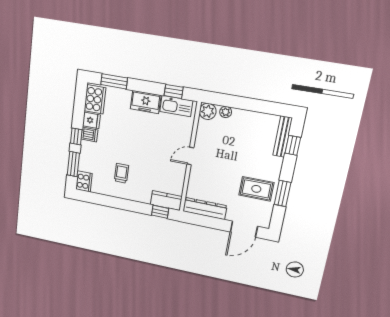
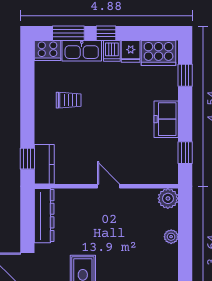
window: (114, 81) -> (185, 75), width x0.67
kitchen sink: (176, 106) -> (82, 51), moved, turned -90
plant: (226, 112) -> (171, 237), moved

